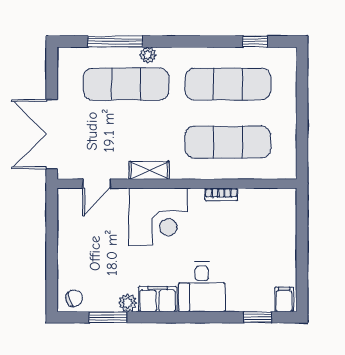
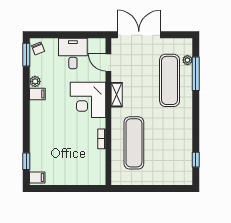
plant: (148, 55) -> (187, 60), moved
exercise mat: (228, 84) -> (170, 143), removed
desk: (202, 287) -> (73, 53), moved, turned 90
filing cabinet: (158, 299) -> (37, 94), width x0.50
window: (108, 317) -> (26, 55), moved

